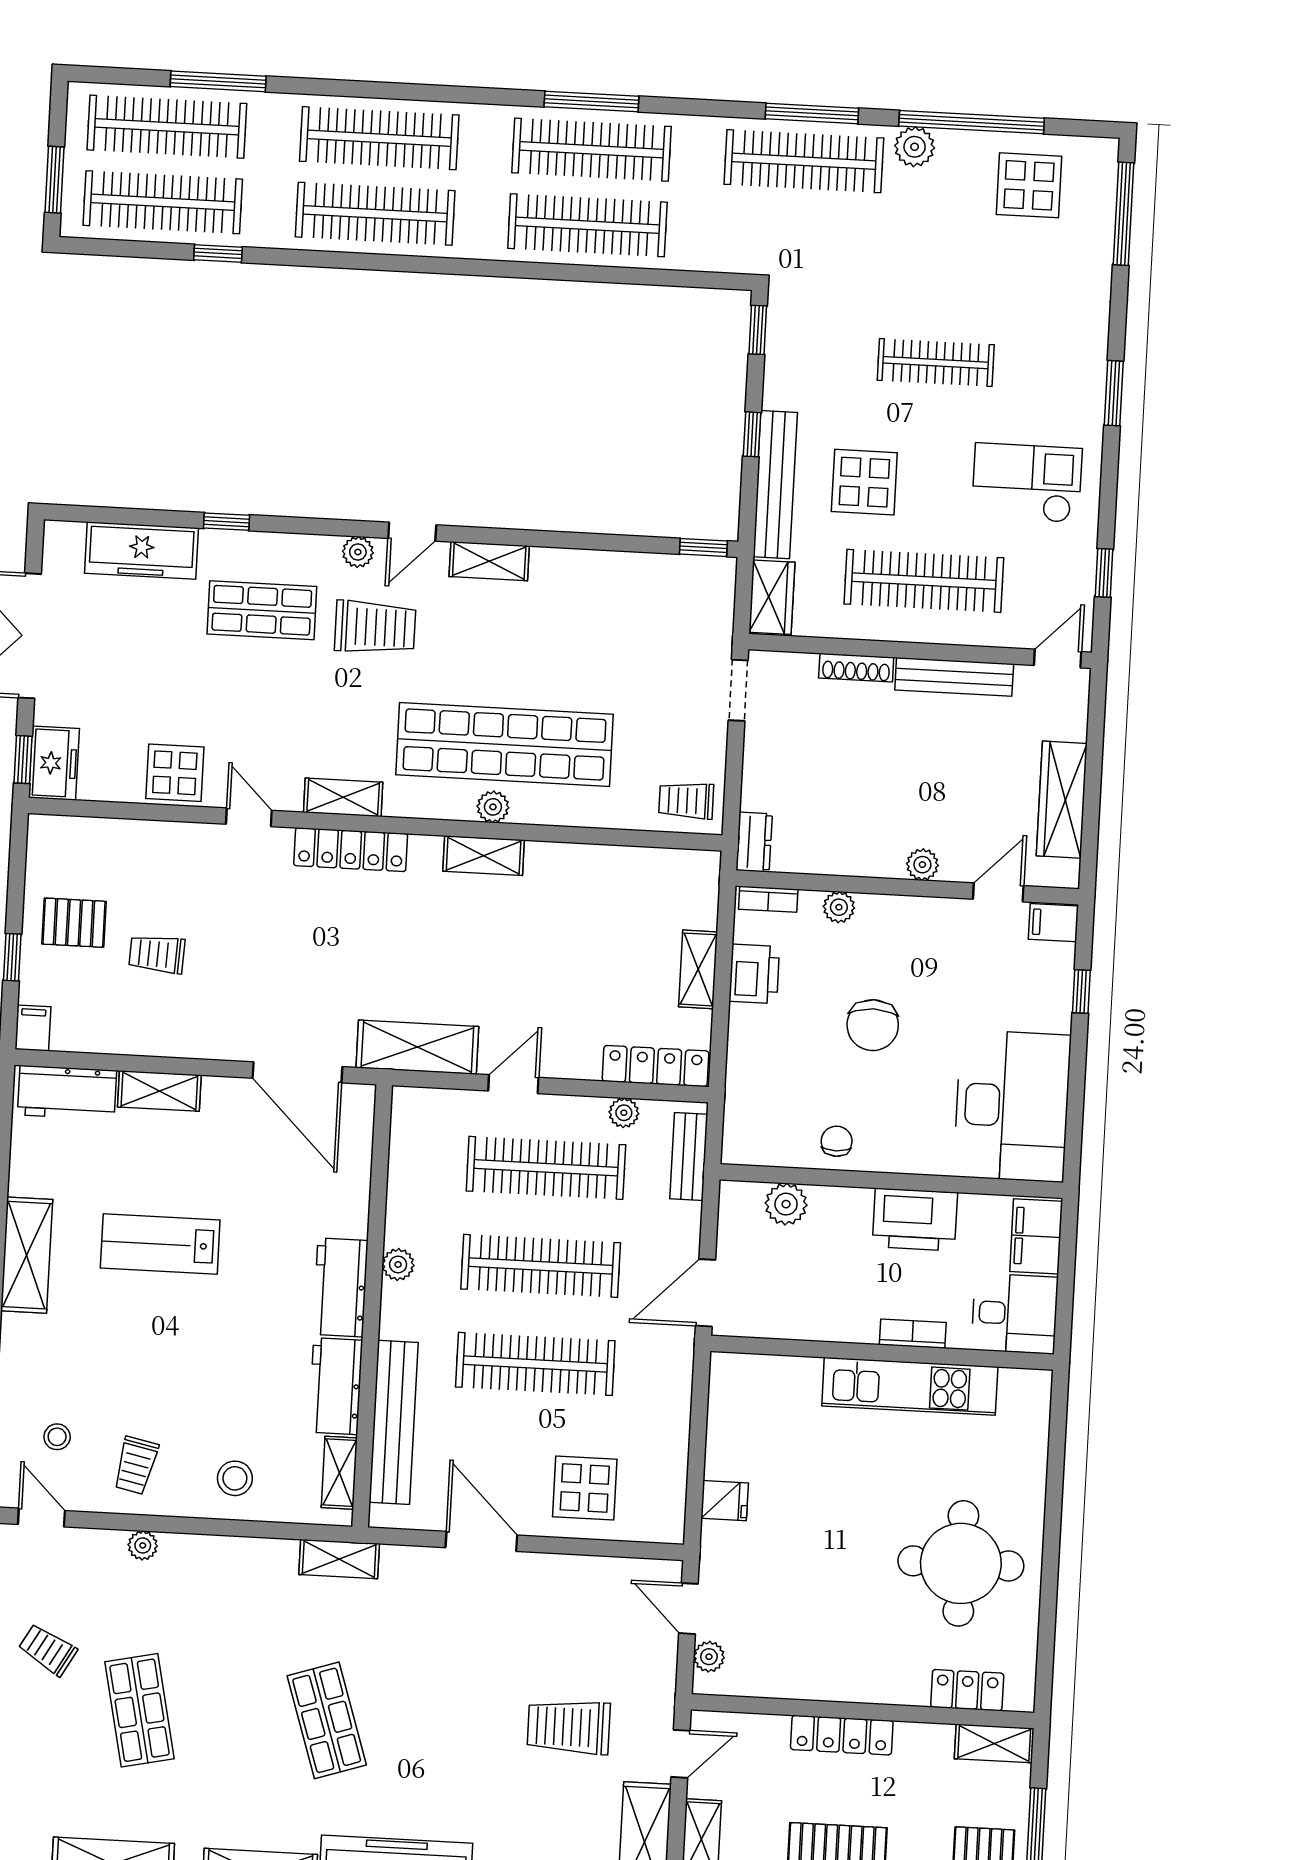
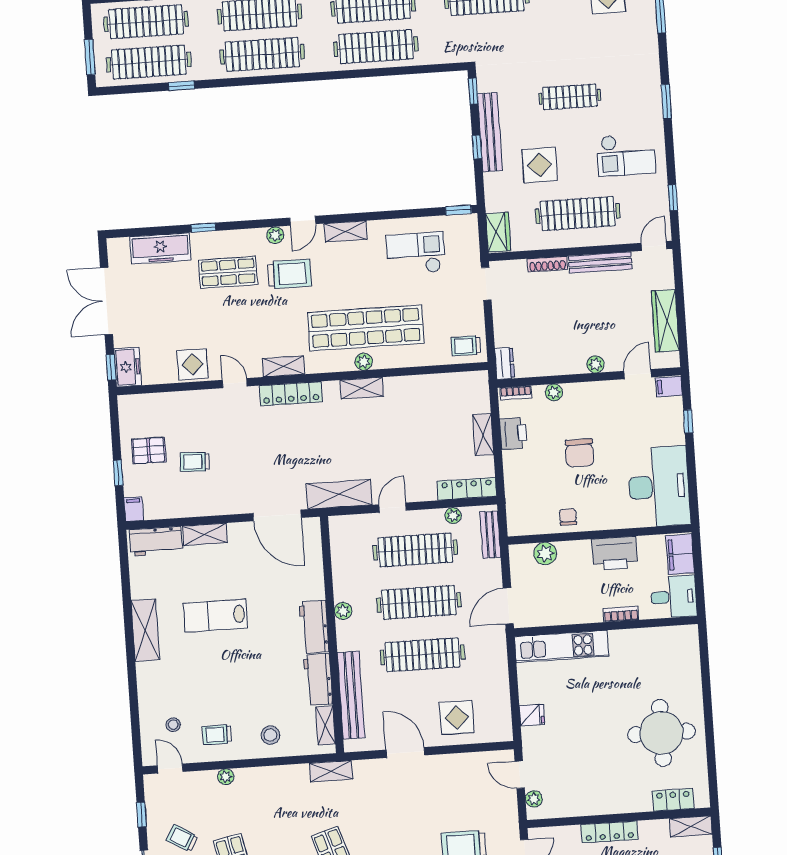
checkout: (1027, 483) -> (626, 155), turned 180
bench: (775, 485) -> (490, 132), moved
checkout: (614, 618) -> (416, 253), added
kitchen unit: (910, 1386) -> (562, 646), moved
trolley: (136, 1465) -> (217, 735), turned 78

